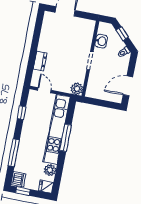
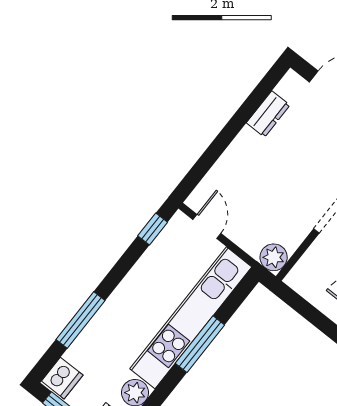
dresser: (40, 61) -> (268, 114), moved
window: (21, 113) -> (153, 229), moved

